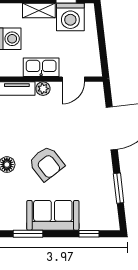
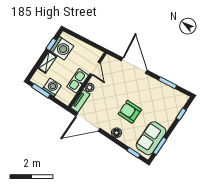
armchair: (47, 163) -> (130, 112), turned -142
sofa: (53, 215) -> (151, 138), moved

